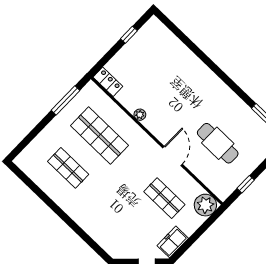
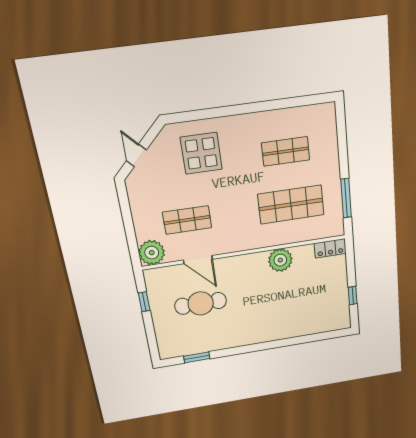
plant: (140, 115) -> (280, 260), width x1.88, depth x1.88
door: (173, 156) -> (198, 260), moved
display table: (113, 222) -> (201, 153), added
freezer: (173, 242) -> (138, 196), removed

